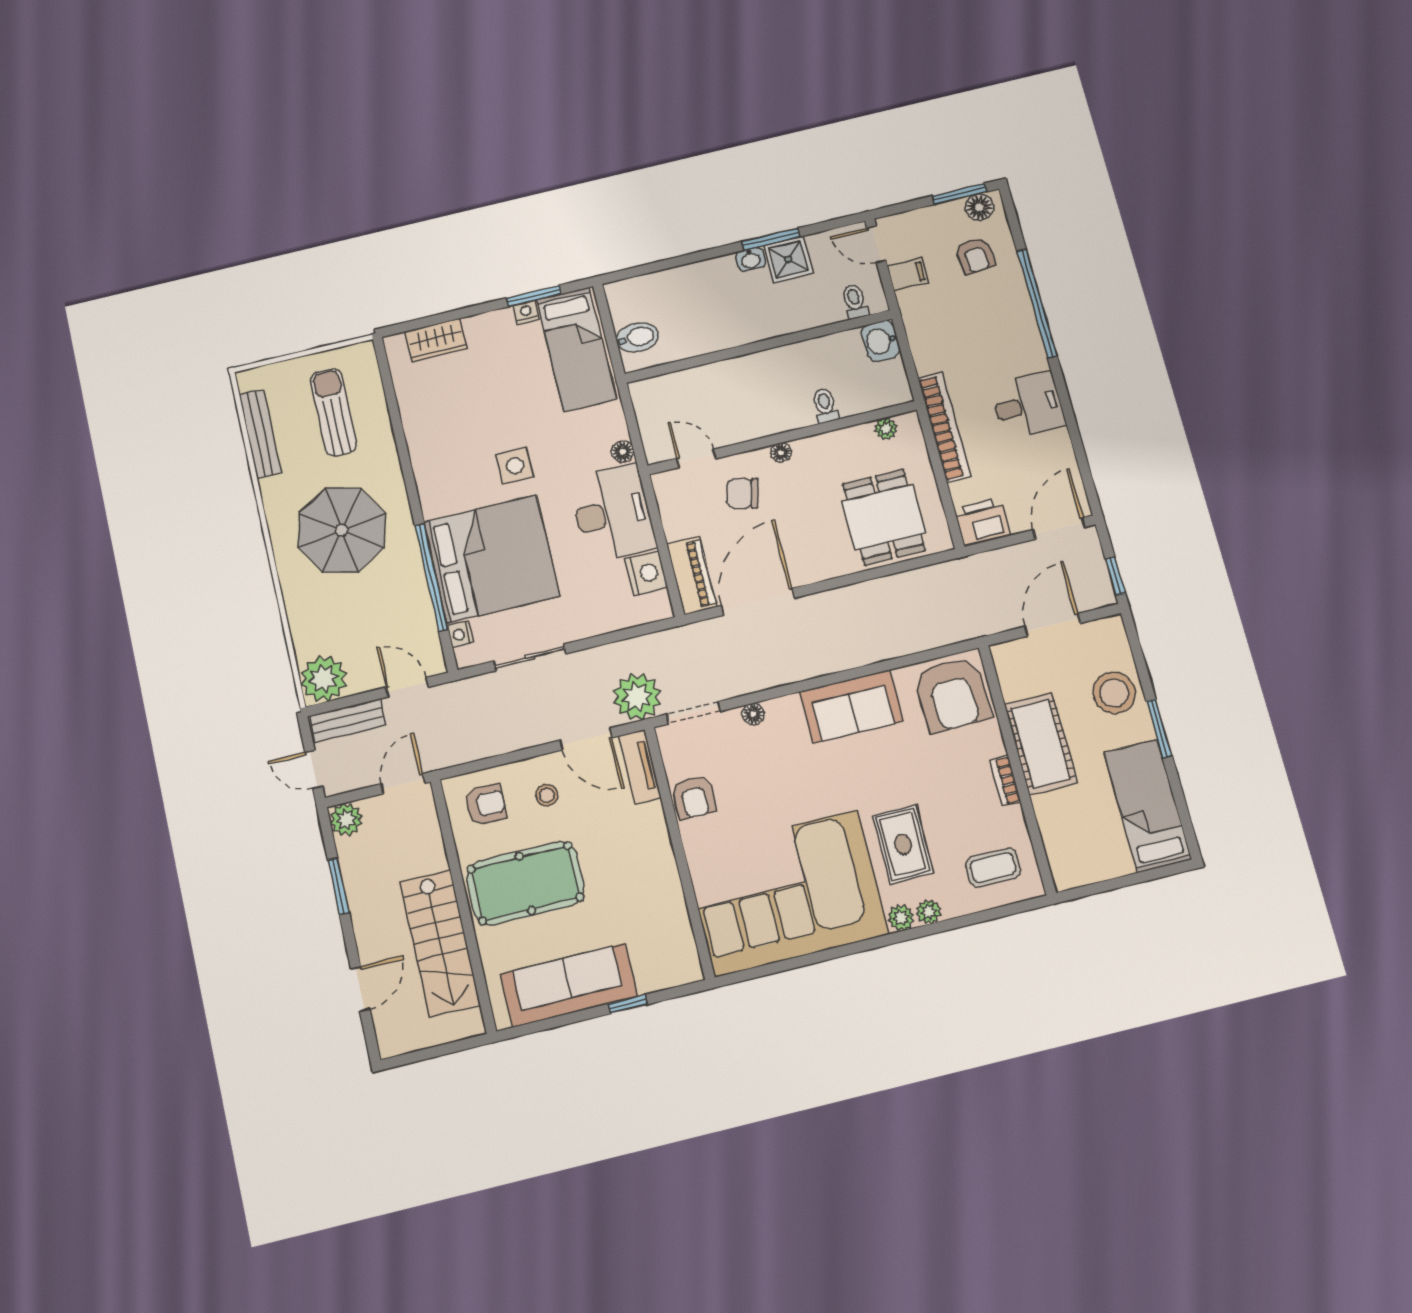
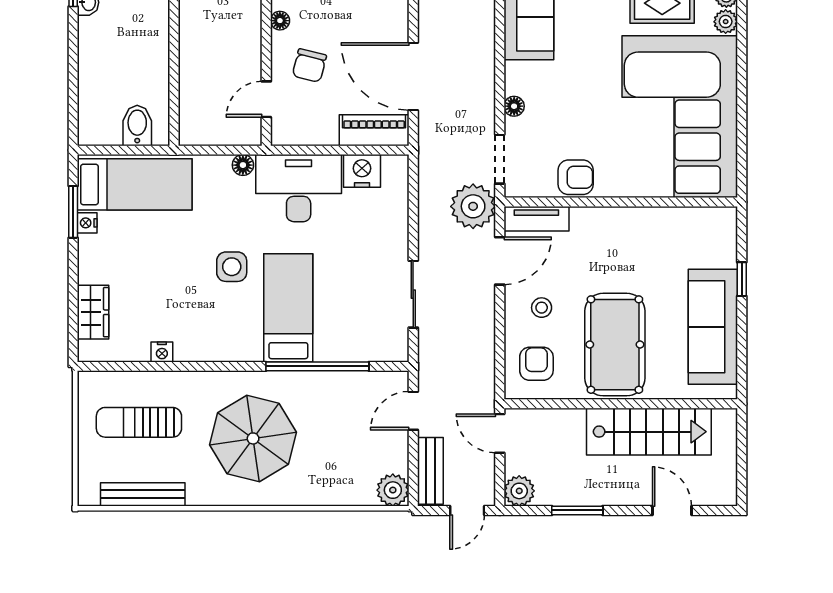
bed: (492, 559) -> (288, 308), width x0.49
nightstand: (460, 634) -> (162, 352), moved
plant: (324, 679) -> (393, 490), width x0.73, depth x0.73

